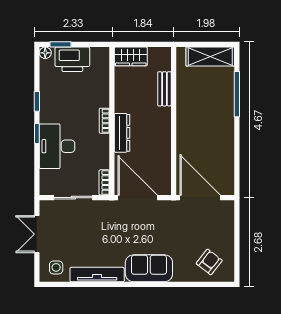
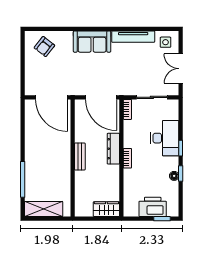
floor lamp: (45, 53) -> (174, 176), moved
bench: (164, 89) -> (80, 156), moved
double door: (37, 234) -> (181, 69), swing flipped

